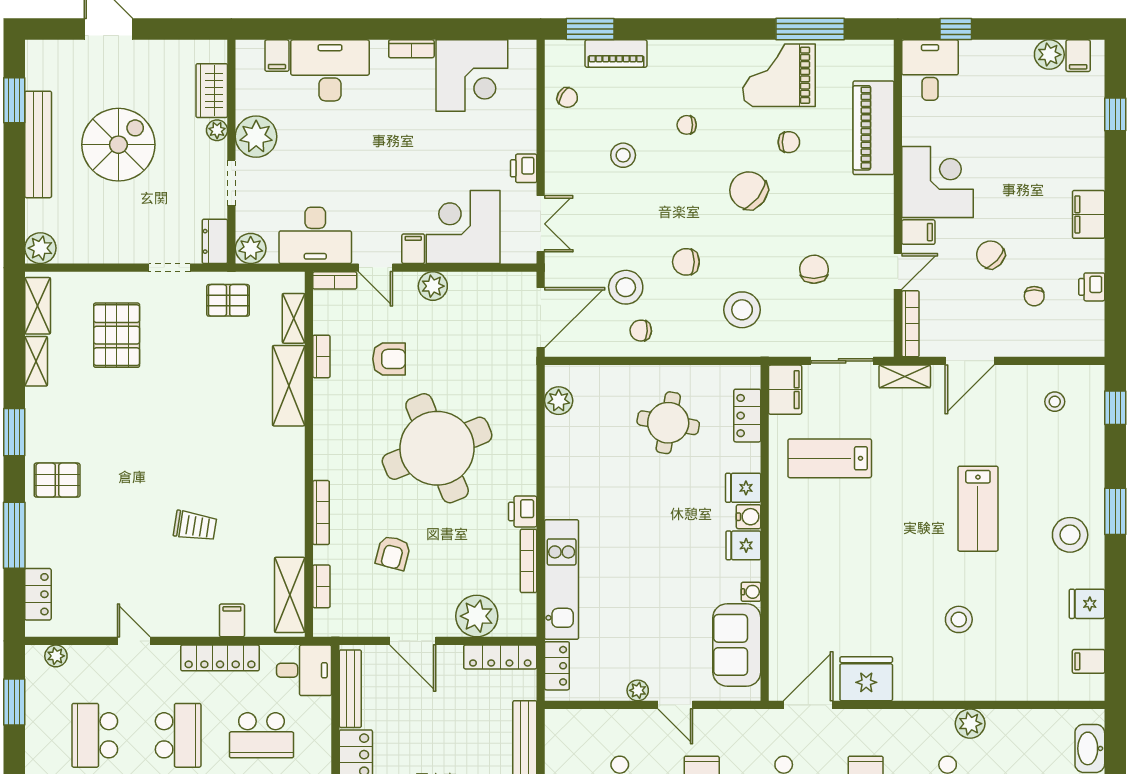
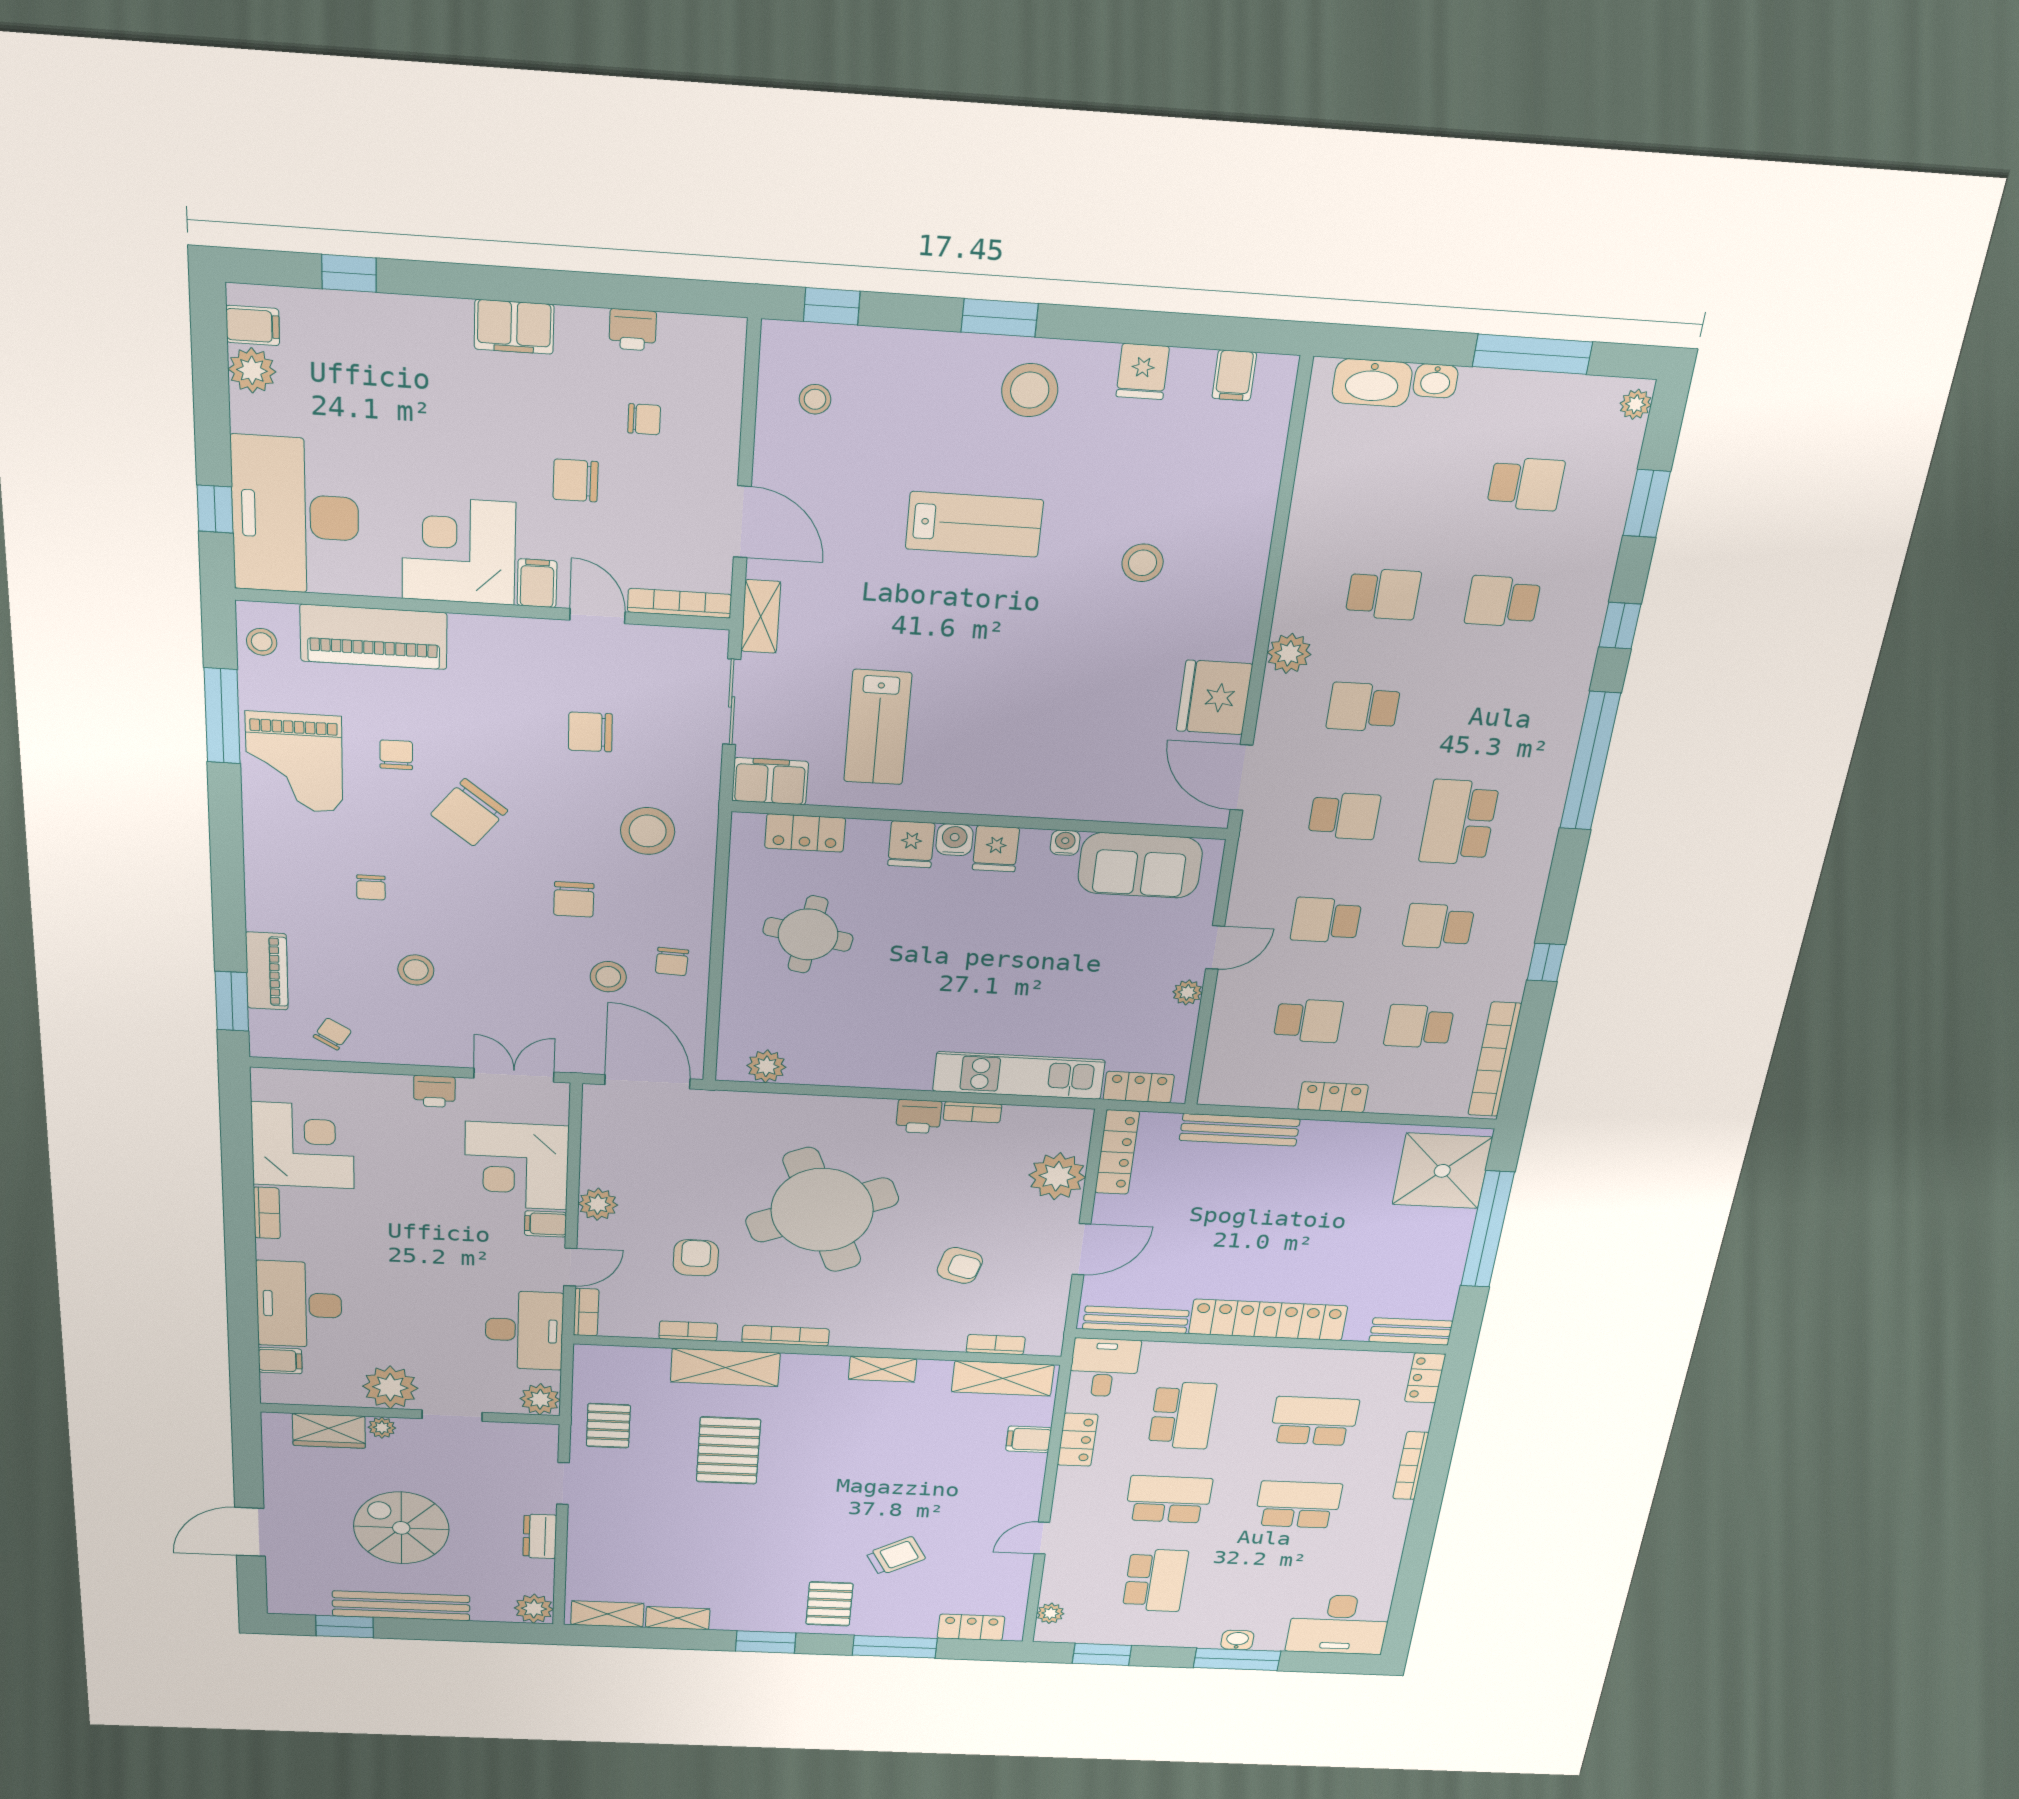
stool: (865, 56) -> (262, 642), added
desk: (930, 70) -> (295, 516), width x1.87, depth x1.30
dresser: (215, 241) -> (540, 1536), moved, turned 90
chair: (991, 255) -> (576, 480), turned 47
stool: (626, 287) -> (608, 977), width x0.73, depth x0.73
shelving: (294, 318) -> (883, 1369), moved
pallet: (117, 335) -> (728, 1451), moved, turned 90
bookcase: (321, 513) -> (786, 1336), moved
trolley: (195, 526) -> (896, 1556), moved, turned 52
bookcase: (529, 561) -> (972, 1112), width x0.64
locker: (220, 658) -> (1078, 1440), width x0.66
plant: (970, 724) -> (1289, 653), moved
school desk: (95, 735) -> (1155, 1580), turned -90

